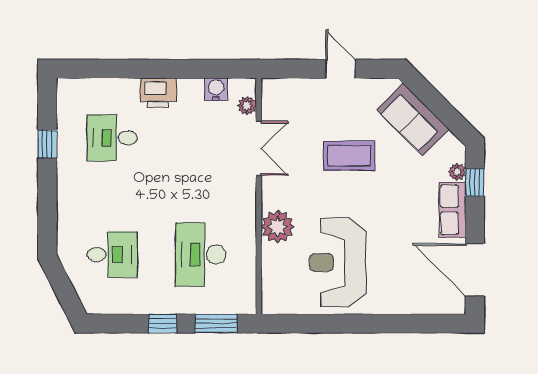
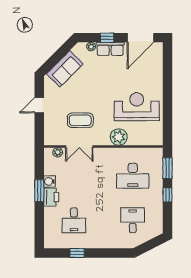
window: (171, 69) -> (39, 191), added
water cooler: (216, 89) -> (49, 181), moved
double door: (259, 148) -> (79, 146), swing flipped
coffee table: (349, 156) -> (80, 120), moved, turned 90
window: (475, 183) -> (107, 38), moved
reception desk: (338, 262) -> (137, 107), turned 180

